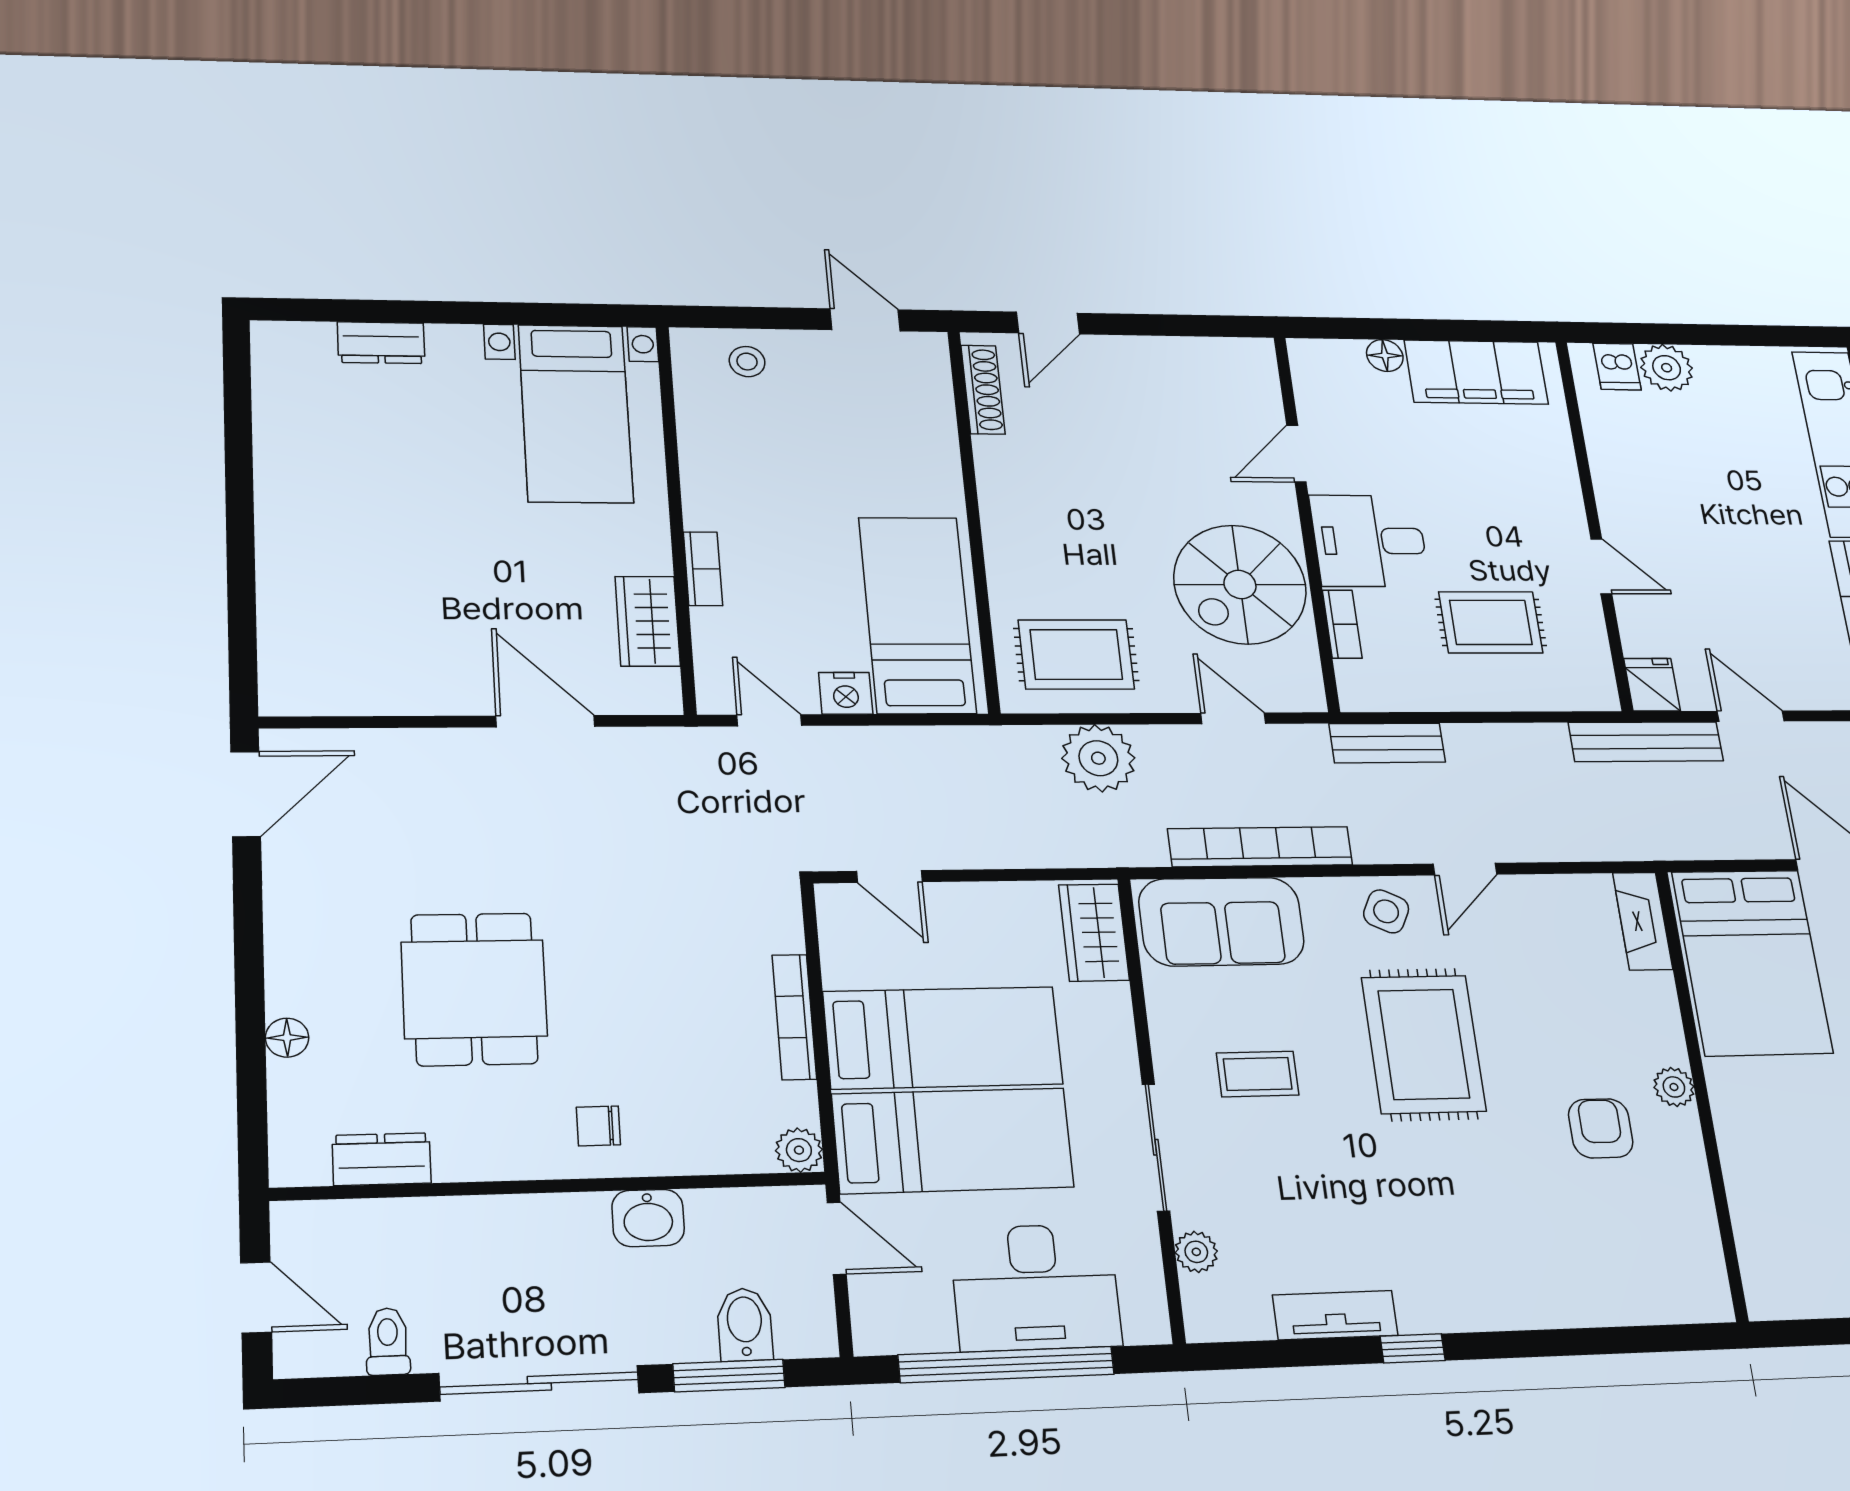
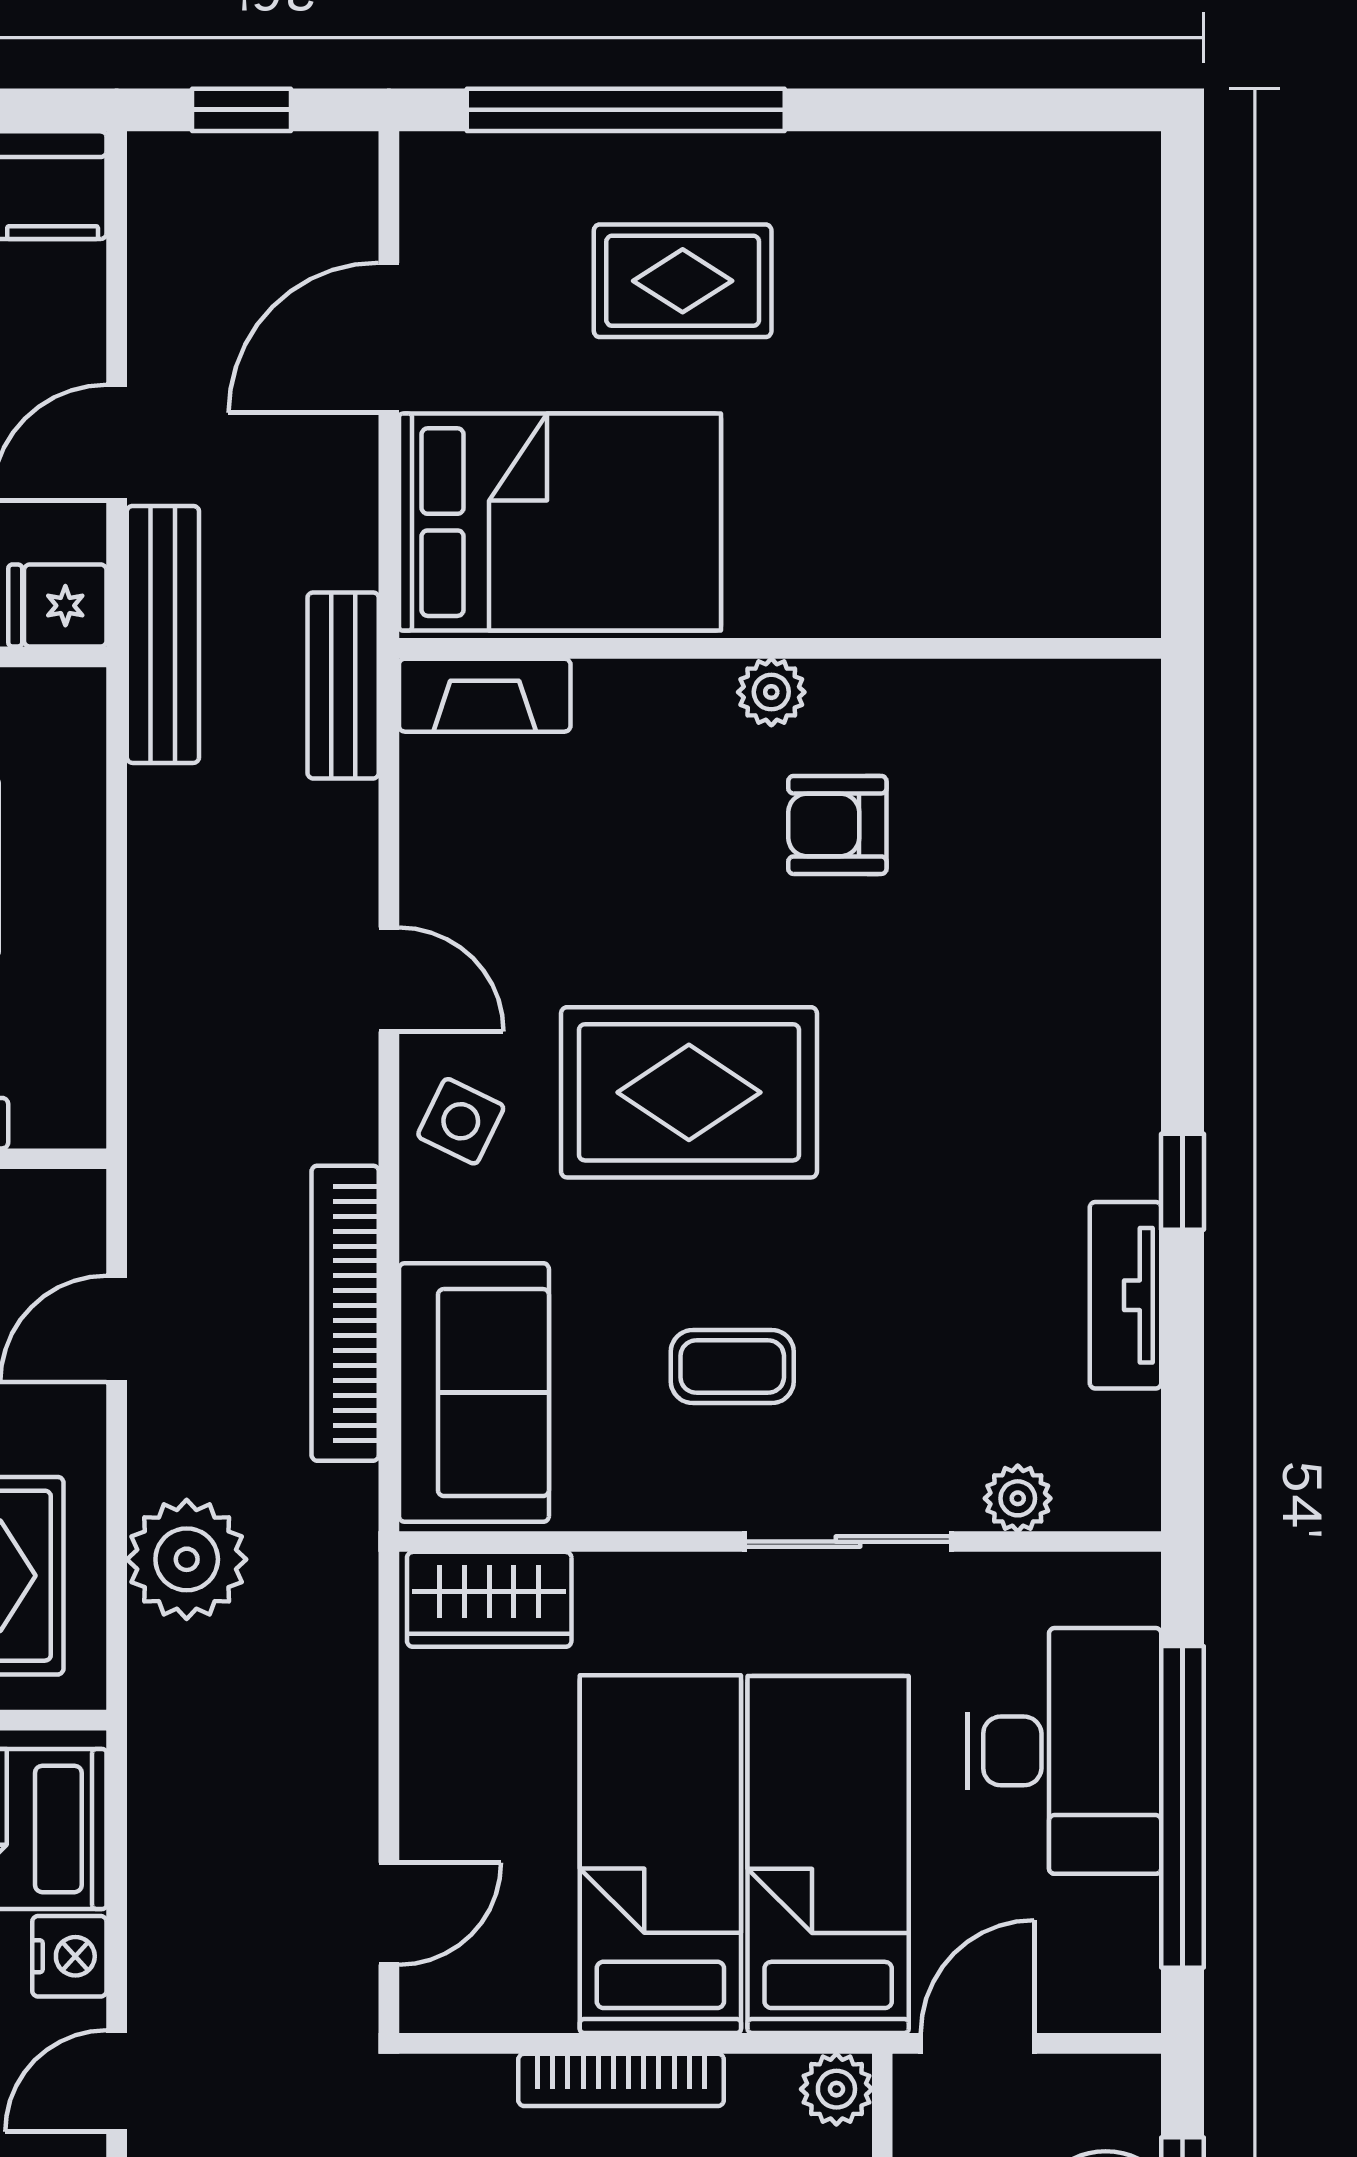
bench: (1387, 743) -> (343, 685), moved
coffee table: (1258, 1074) -> (732, 1367), turned 90

